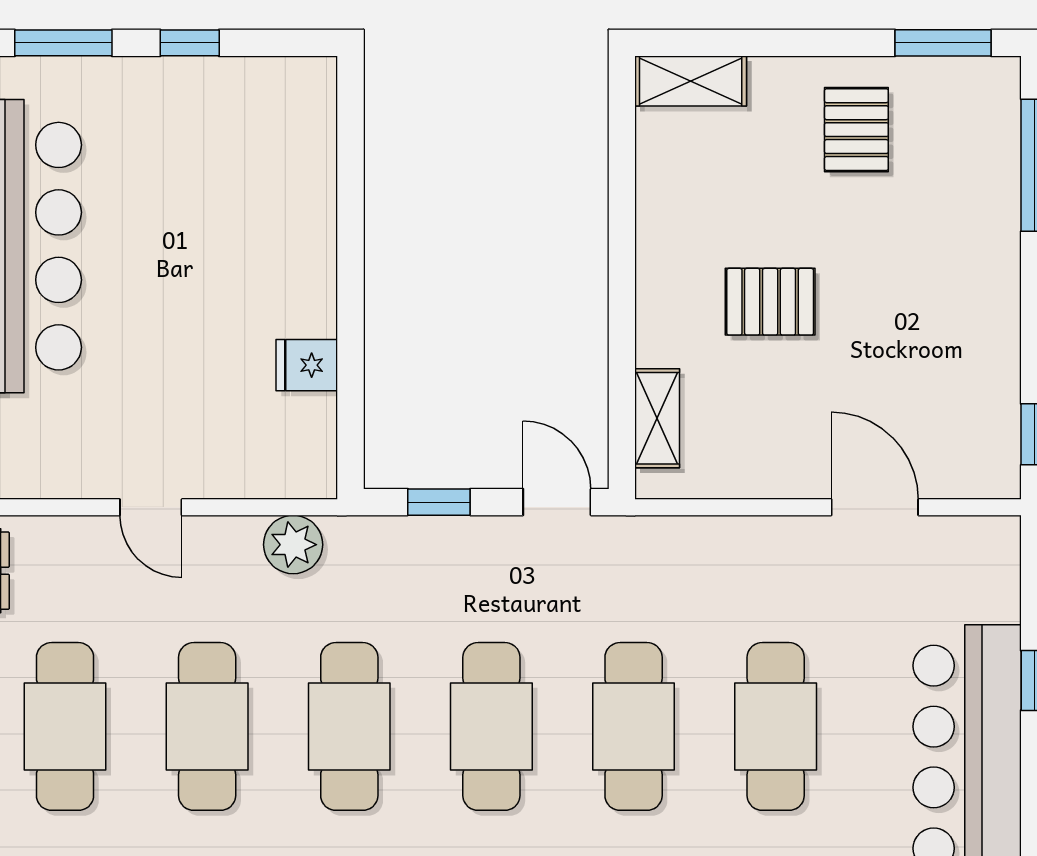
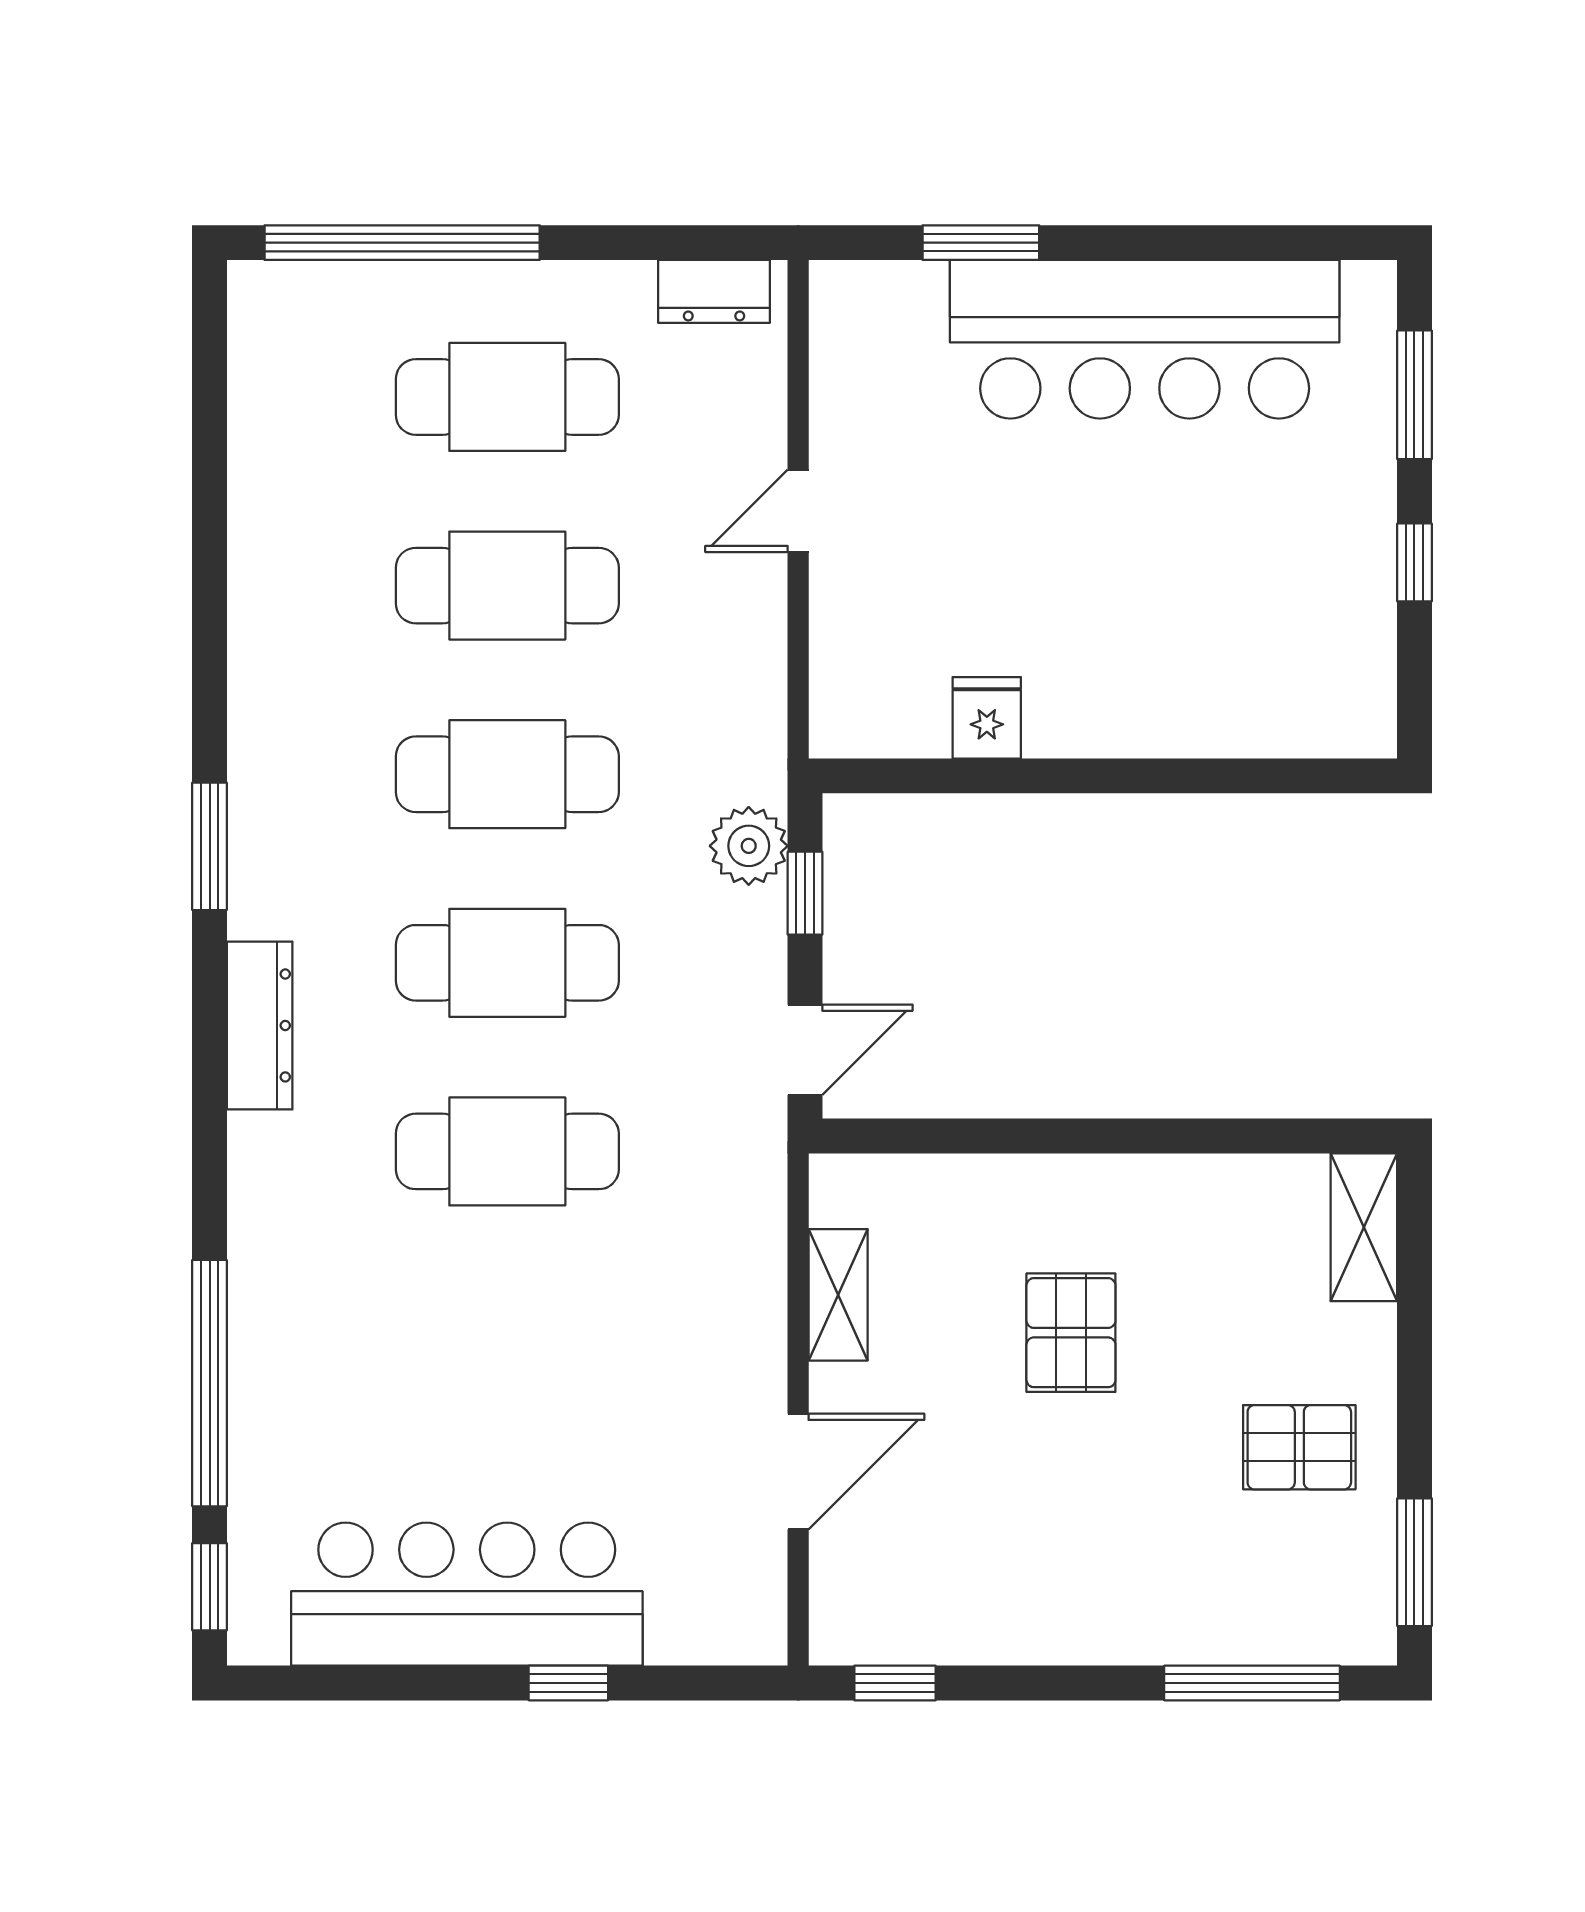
shelving: (657, 418) -> (838, 1295), moved, turned 90
plant: (293, 545) -> (749, 846), moved
cafe table: (776, 726) -> (507, 1340), removed

